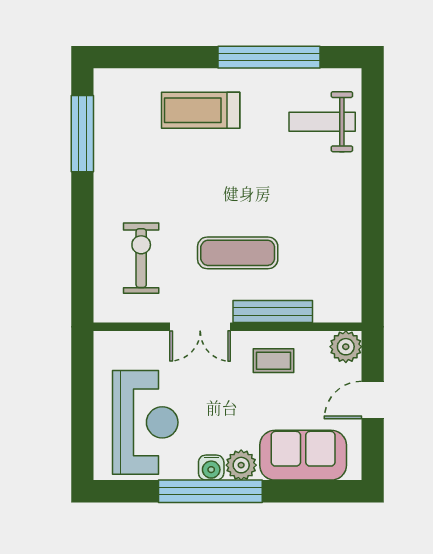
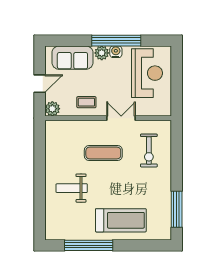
treadmill: (201, 110) -> (121, 220), width x1.37, depth x1.38
weight bench: (322, 122) -> (72, 188), moved, turned 180
bench: (273, 311) -> (87, 125), removed
reception desk: (145, 422) -> (147, 73), turned 180

